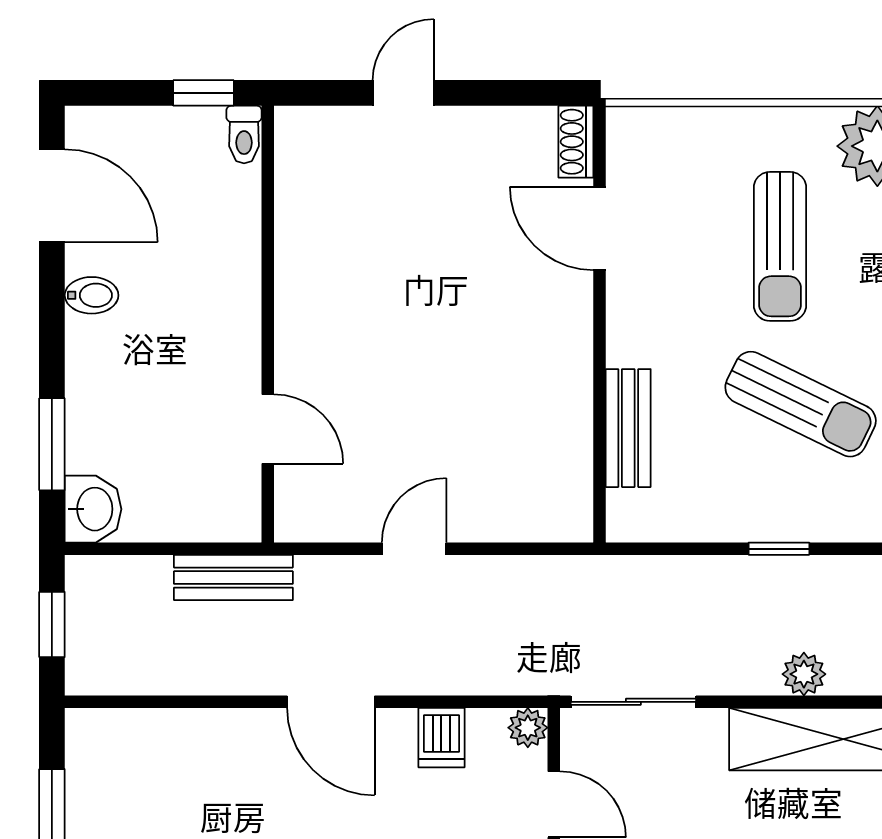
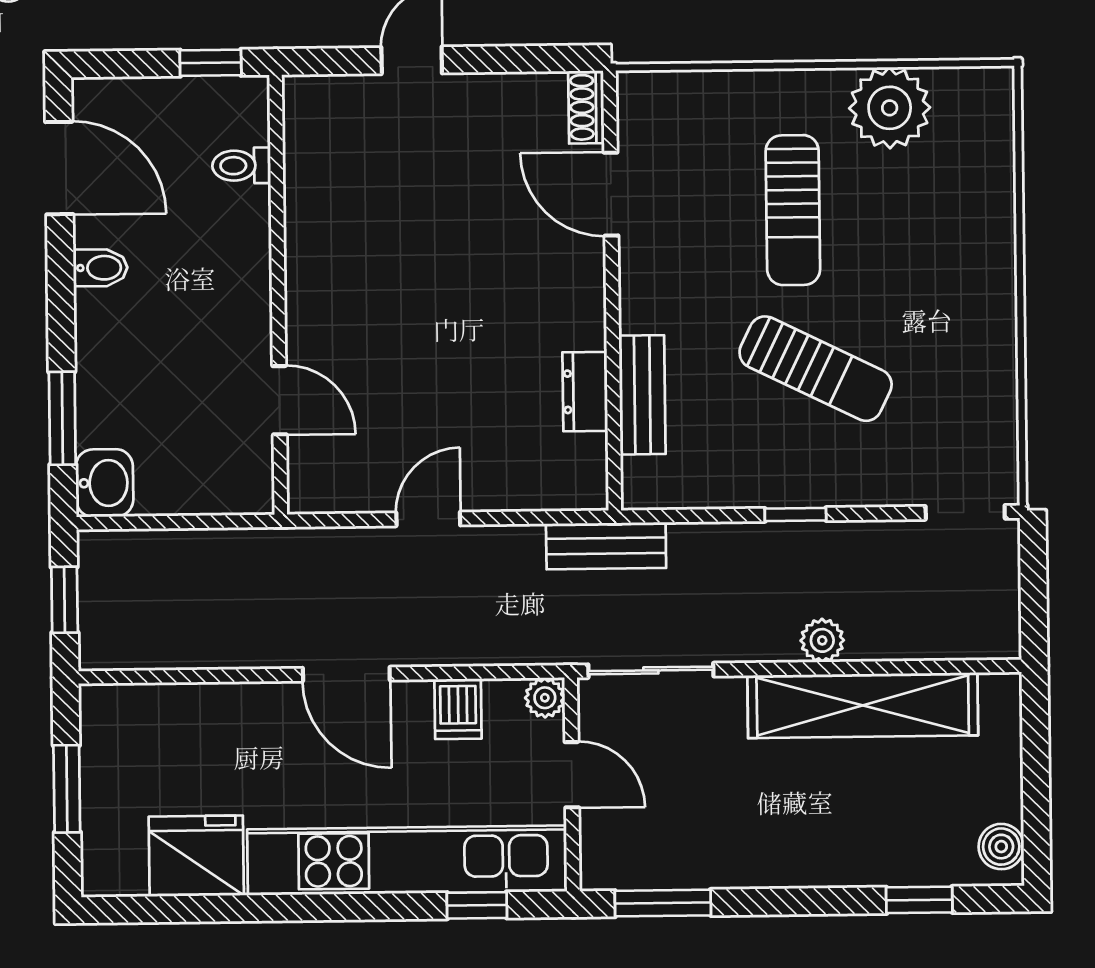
toilet: (244, 135) -> (241, 166), moved, turned 90
dresser: (571, 424) -> (585, 392), added
bench: (233, 578) -> (606, 546), moved

